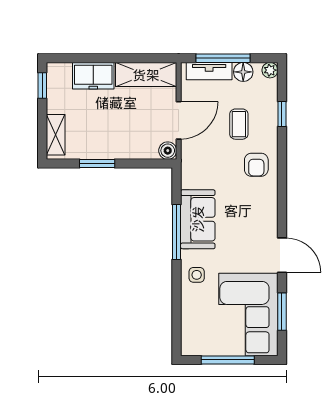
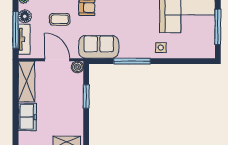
window: (97, 164) -> (86, 96), moved
sofa: (198, 219) -> (99, 47), moved

